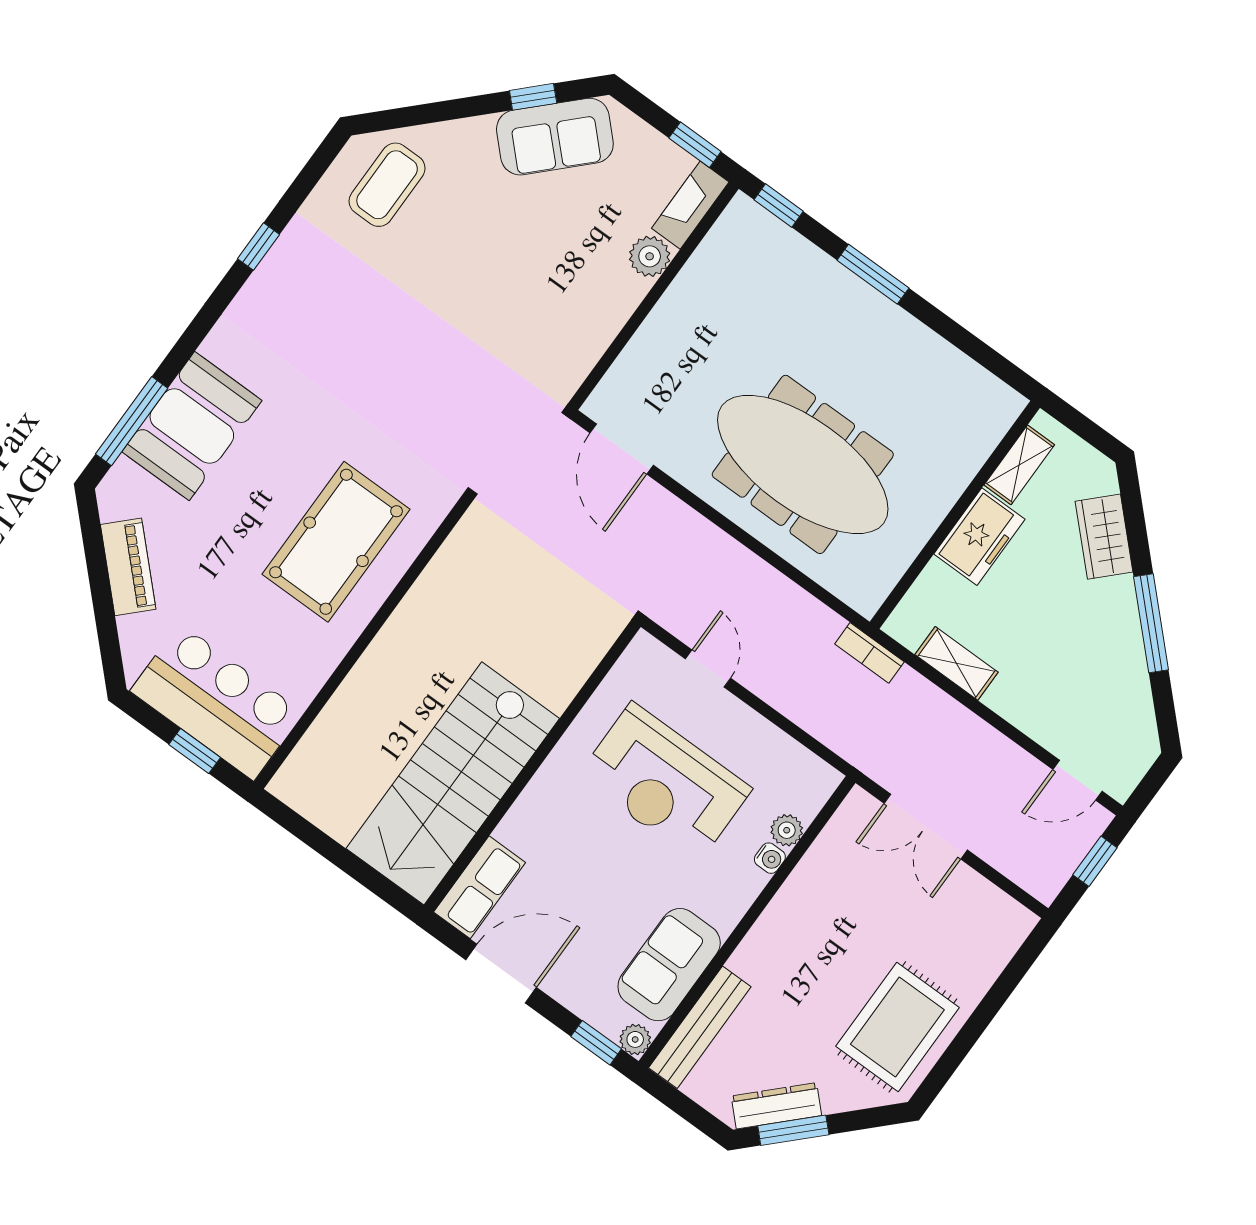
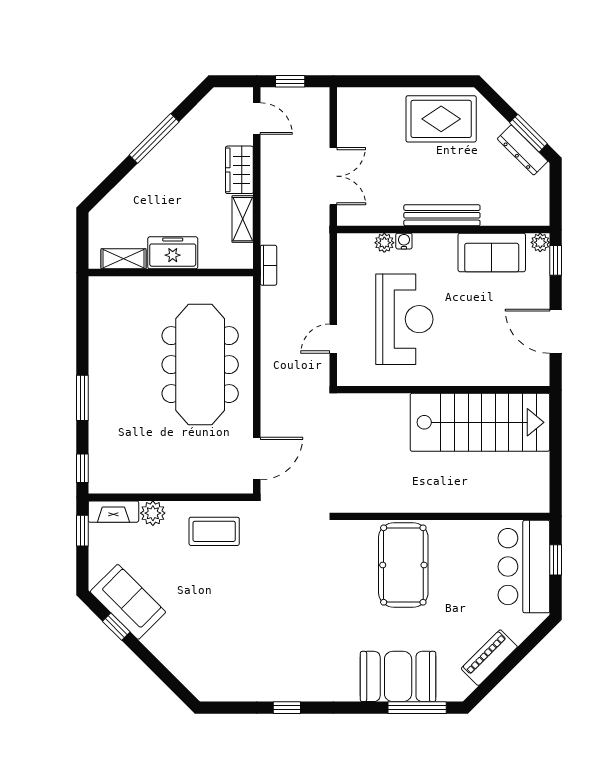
coffee table: (387, 185) -> (214, 531), moved
wardrobe: (1104, 537) -> (239, 170), moved, turned 135
pool table: (336, 542) -> (403, 565), turned 90
row of seats: (480, 887) -> (521, 372), removed
bench: (700, 1027) -> (442, 215), moved

